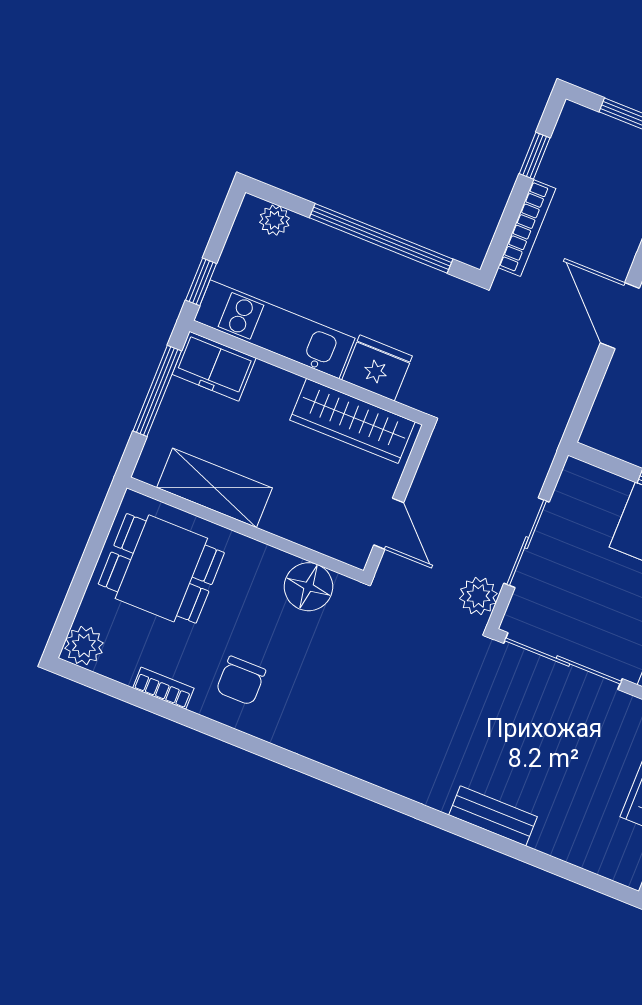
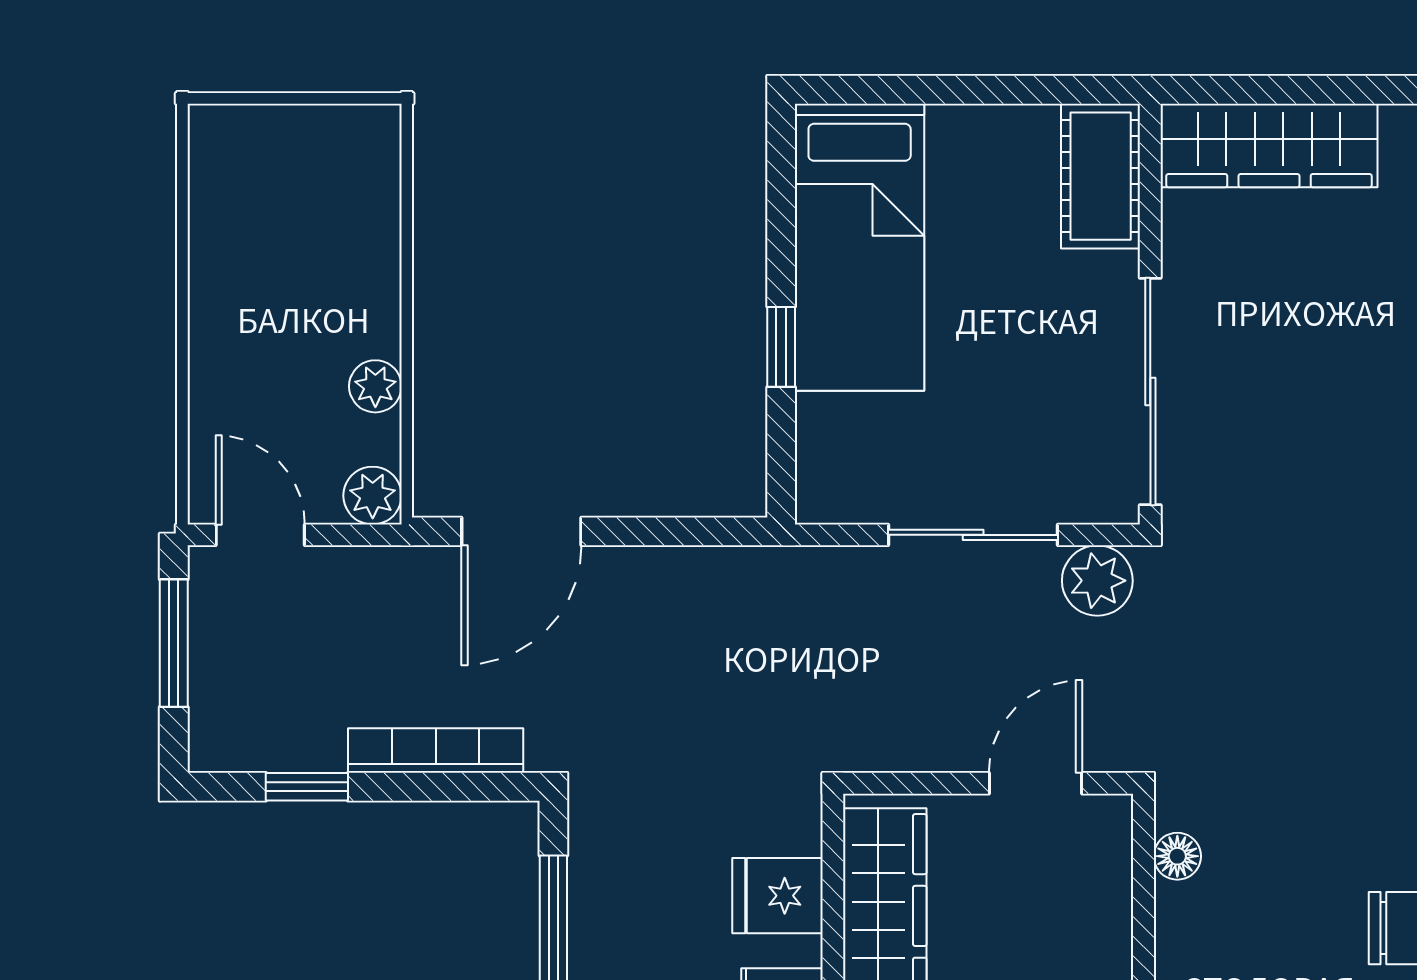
fridge: (377, 368) -> (778, 896), width x0.72
floor lamp: (308, 587) -> (1177, 856), width x0.53, depth x0.53

